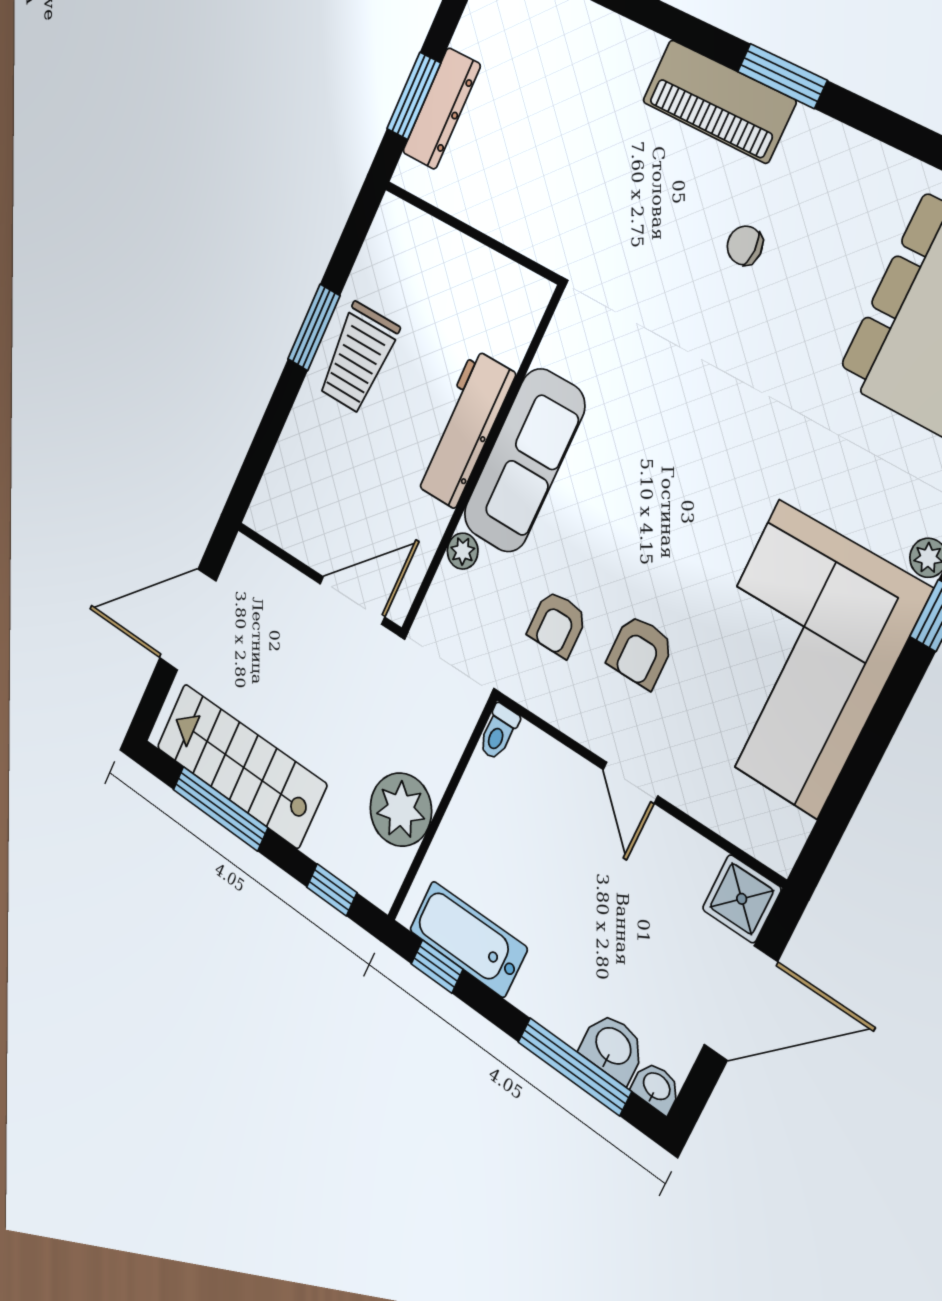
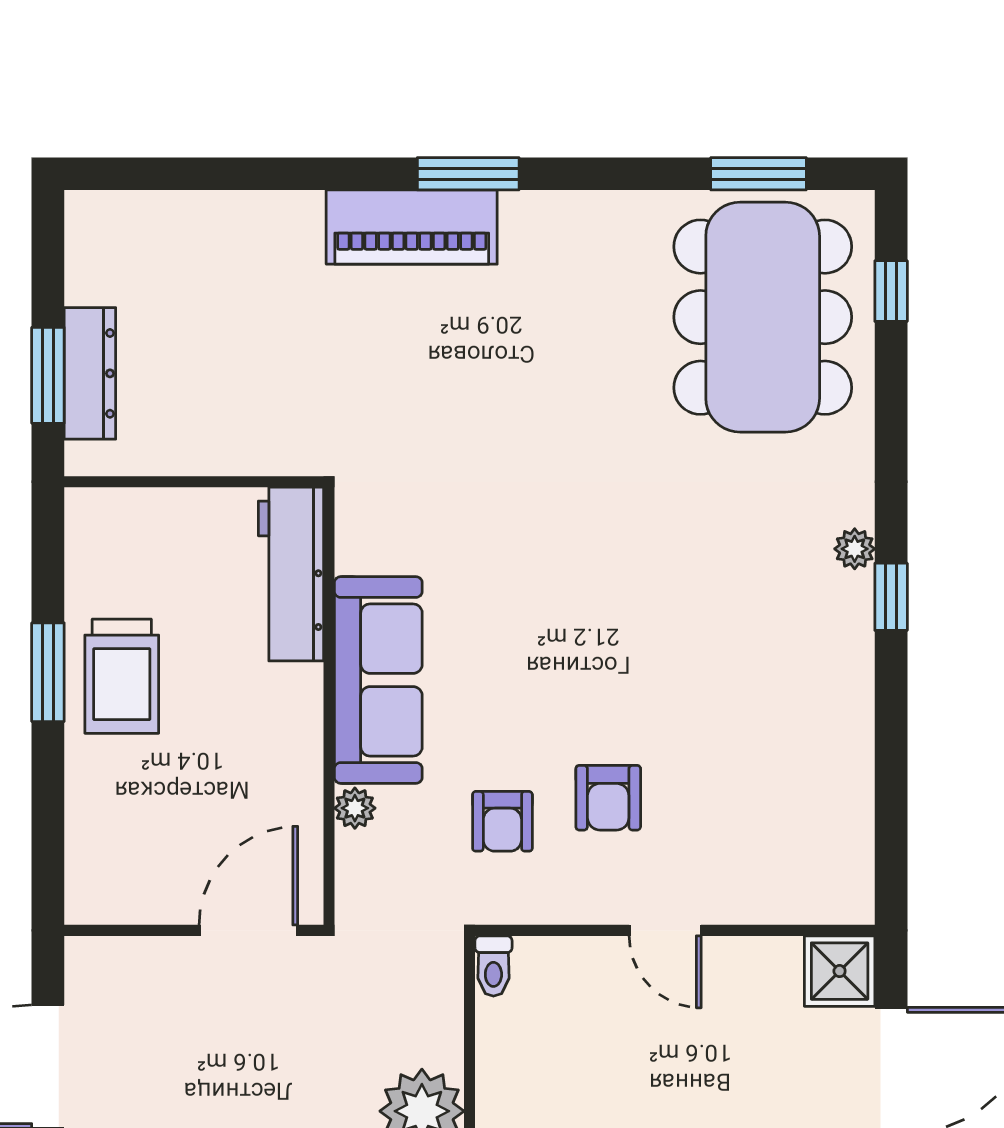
chair: (745, 245) -> (513, 352), removed
workbench: (464, 429) -> (291, 574), moved
corner sofa: (798, 659) -> (776, 712), removed

